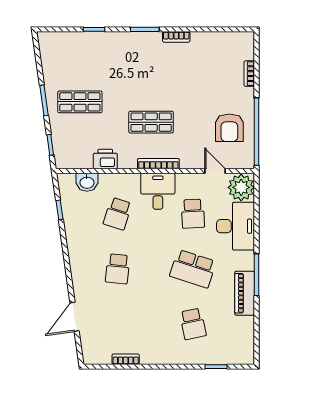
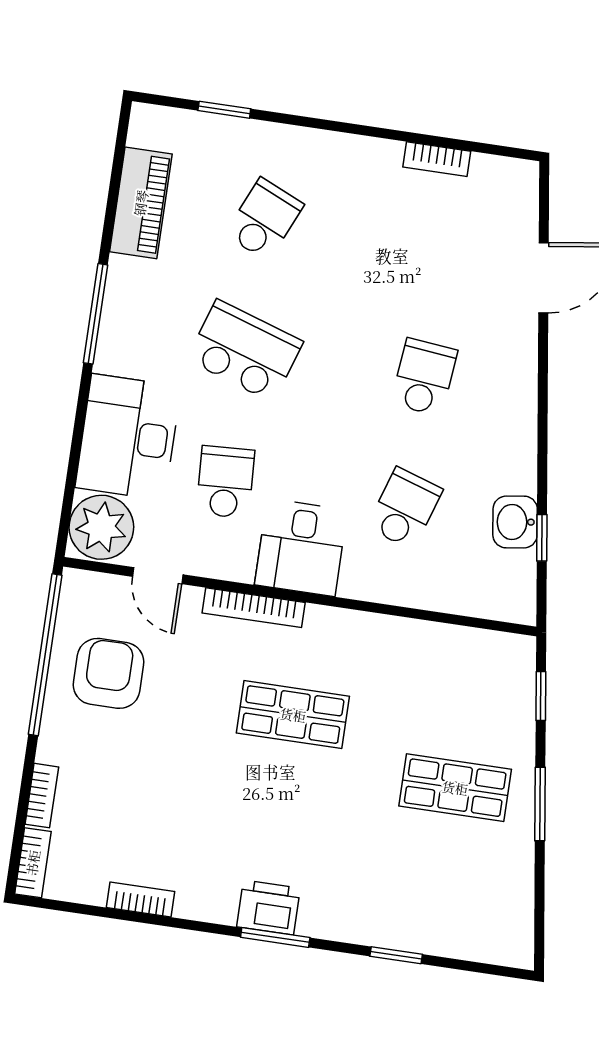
bookcase: (176, 37) -> (141, 899), moved
bookcase: (249, 45) -> (33, 863), added
printer: (105, 159) -> (268, 907), moved, turned 180
bookcase: (158, 164) -> (254, 608), moved
washbasin: (87, 182) -> (515, 522), moved, turned -98
piano: (245, 293) -> (141, 203), moved
school desk: (193, 324) -> (264, 219), turned 36

